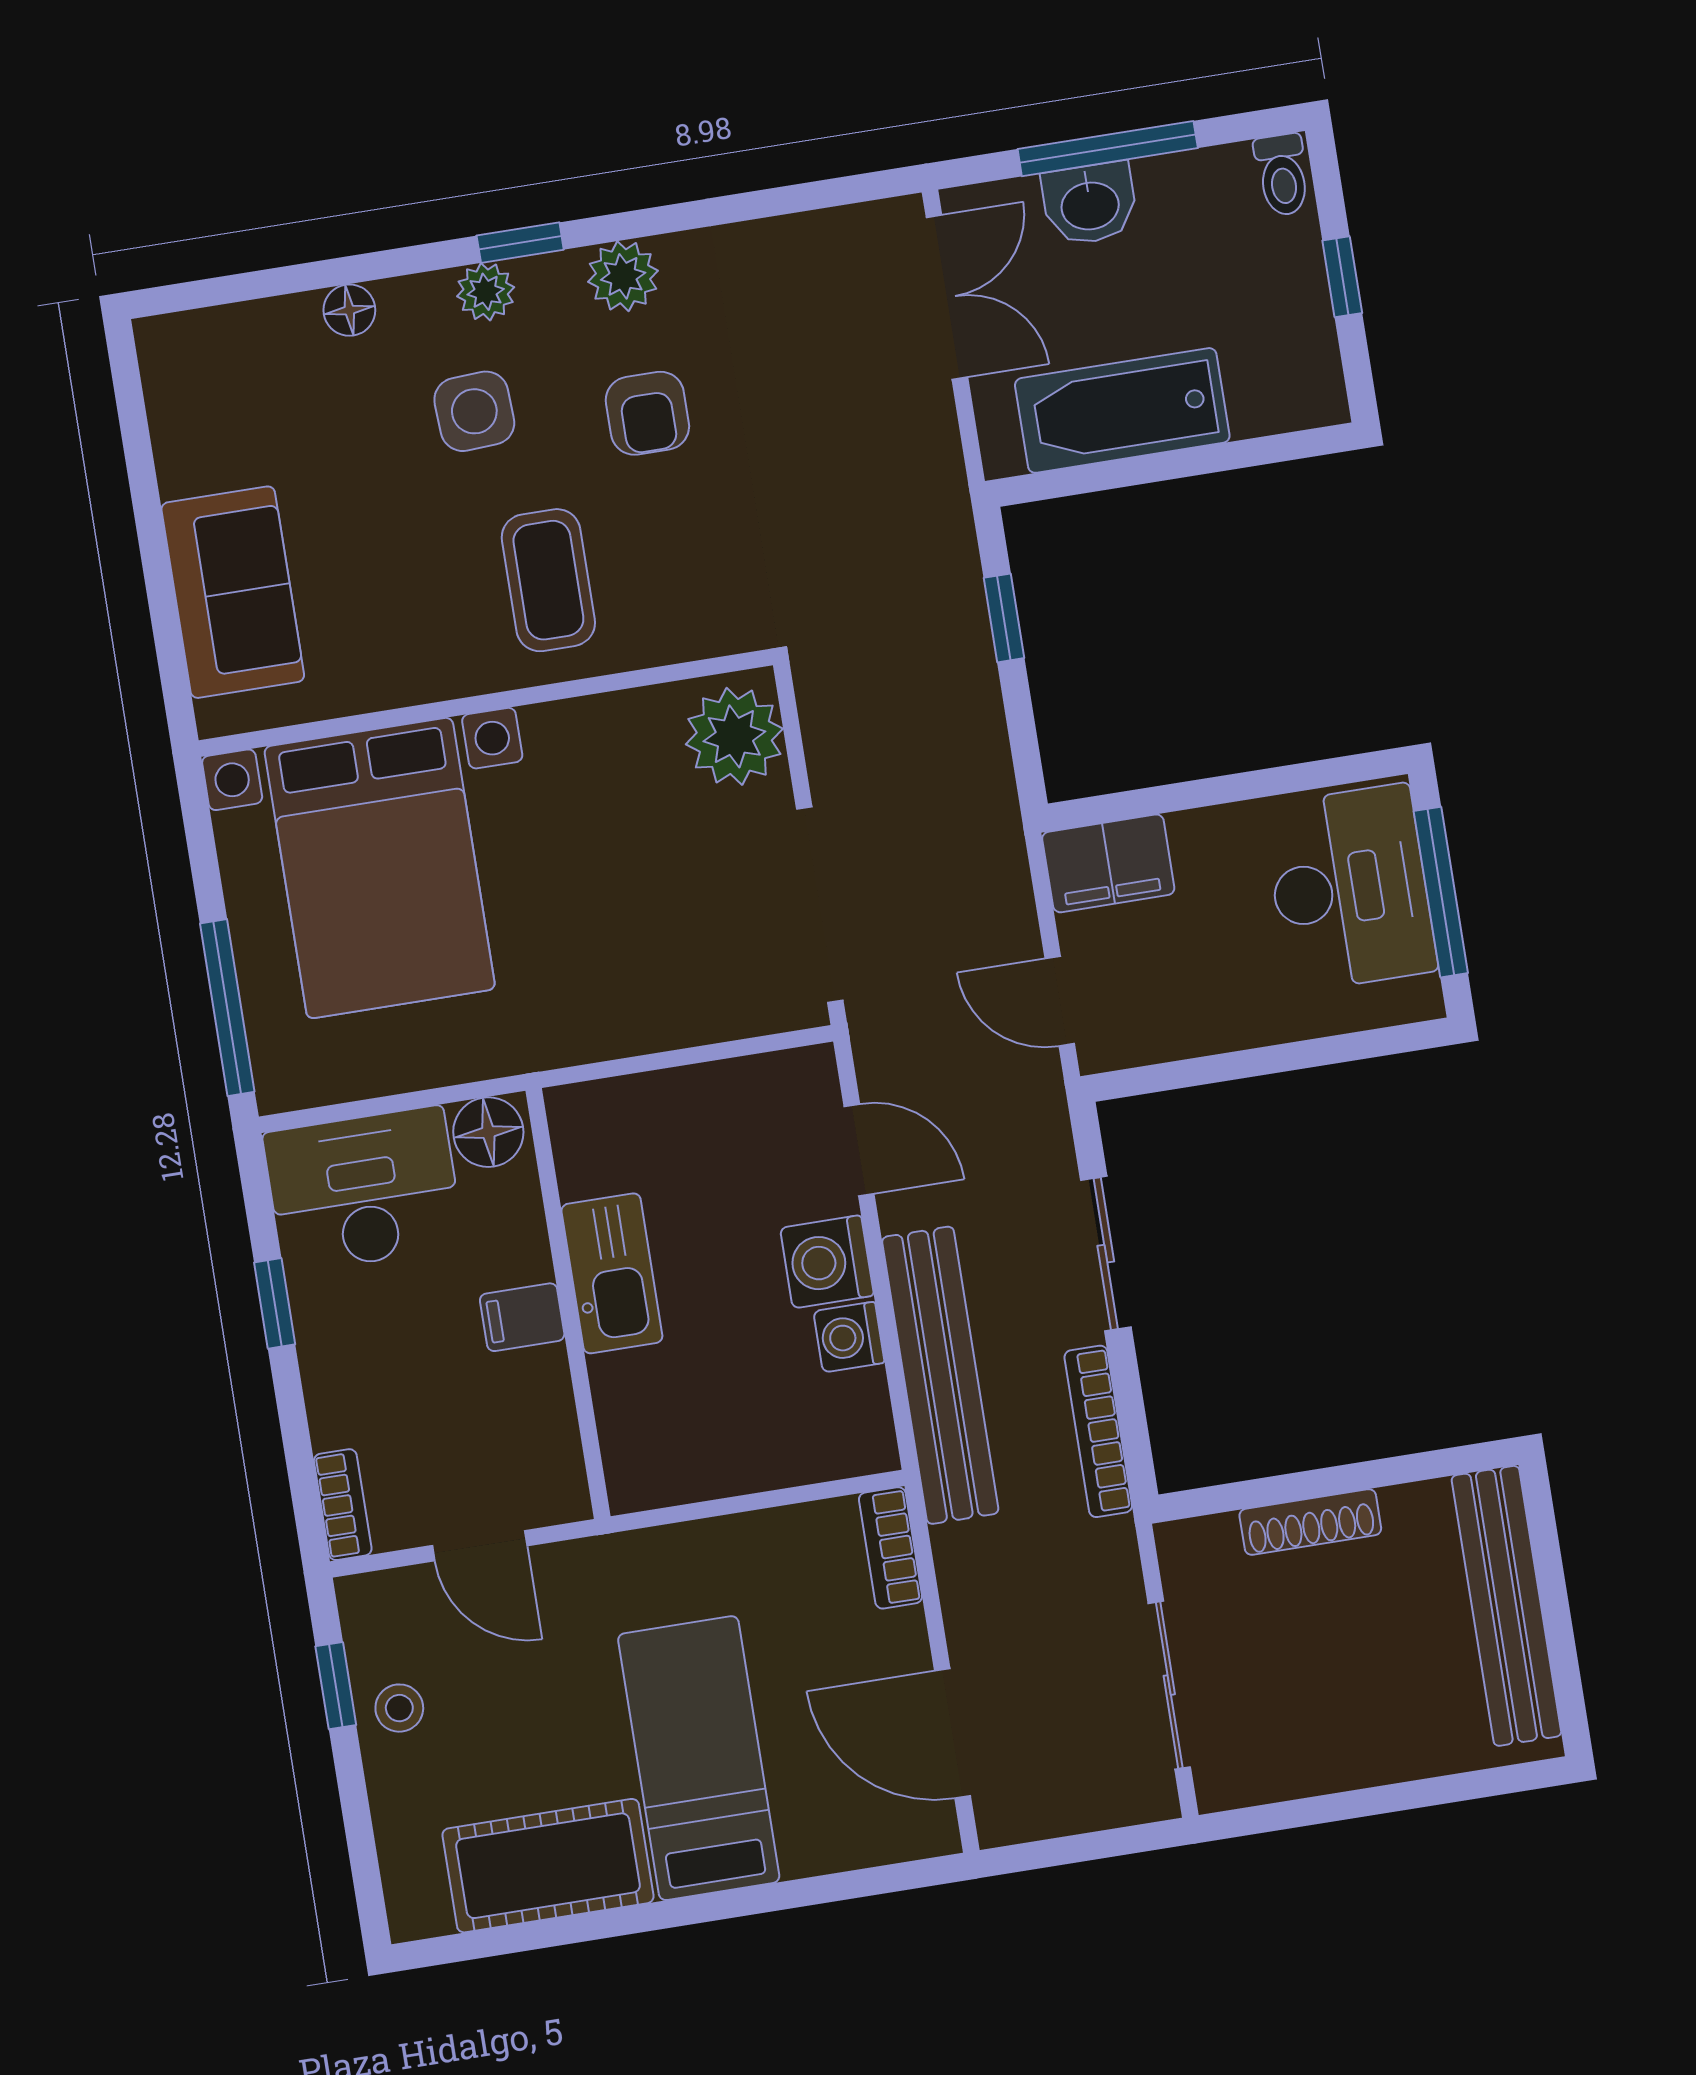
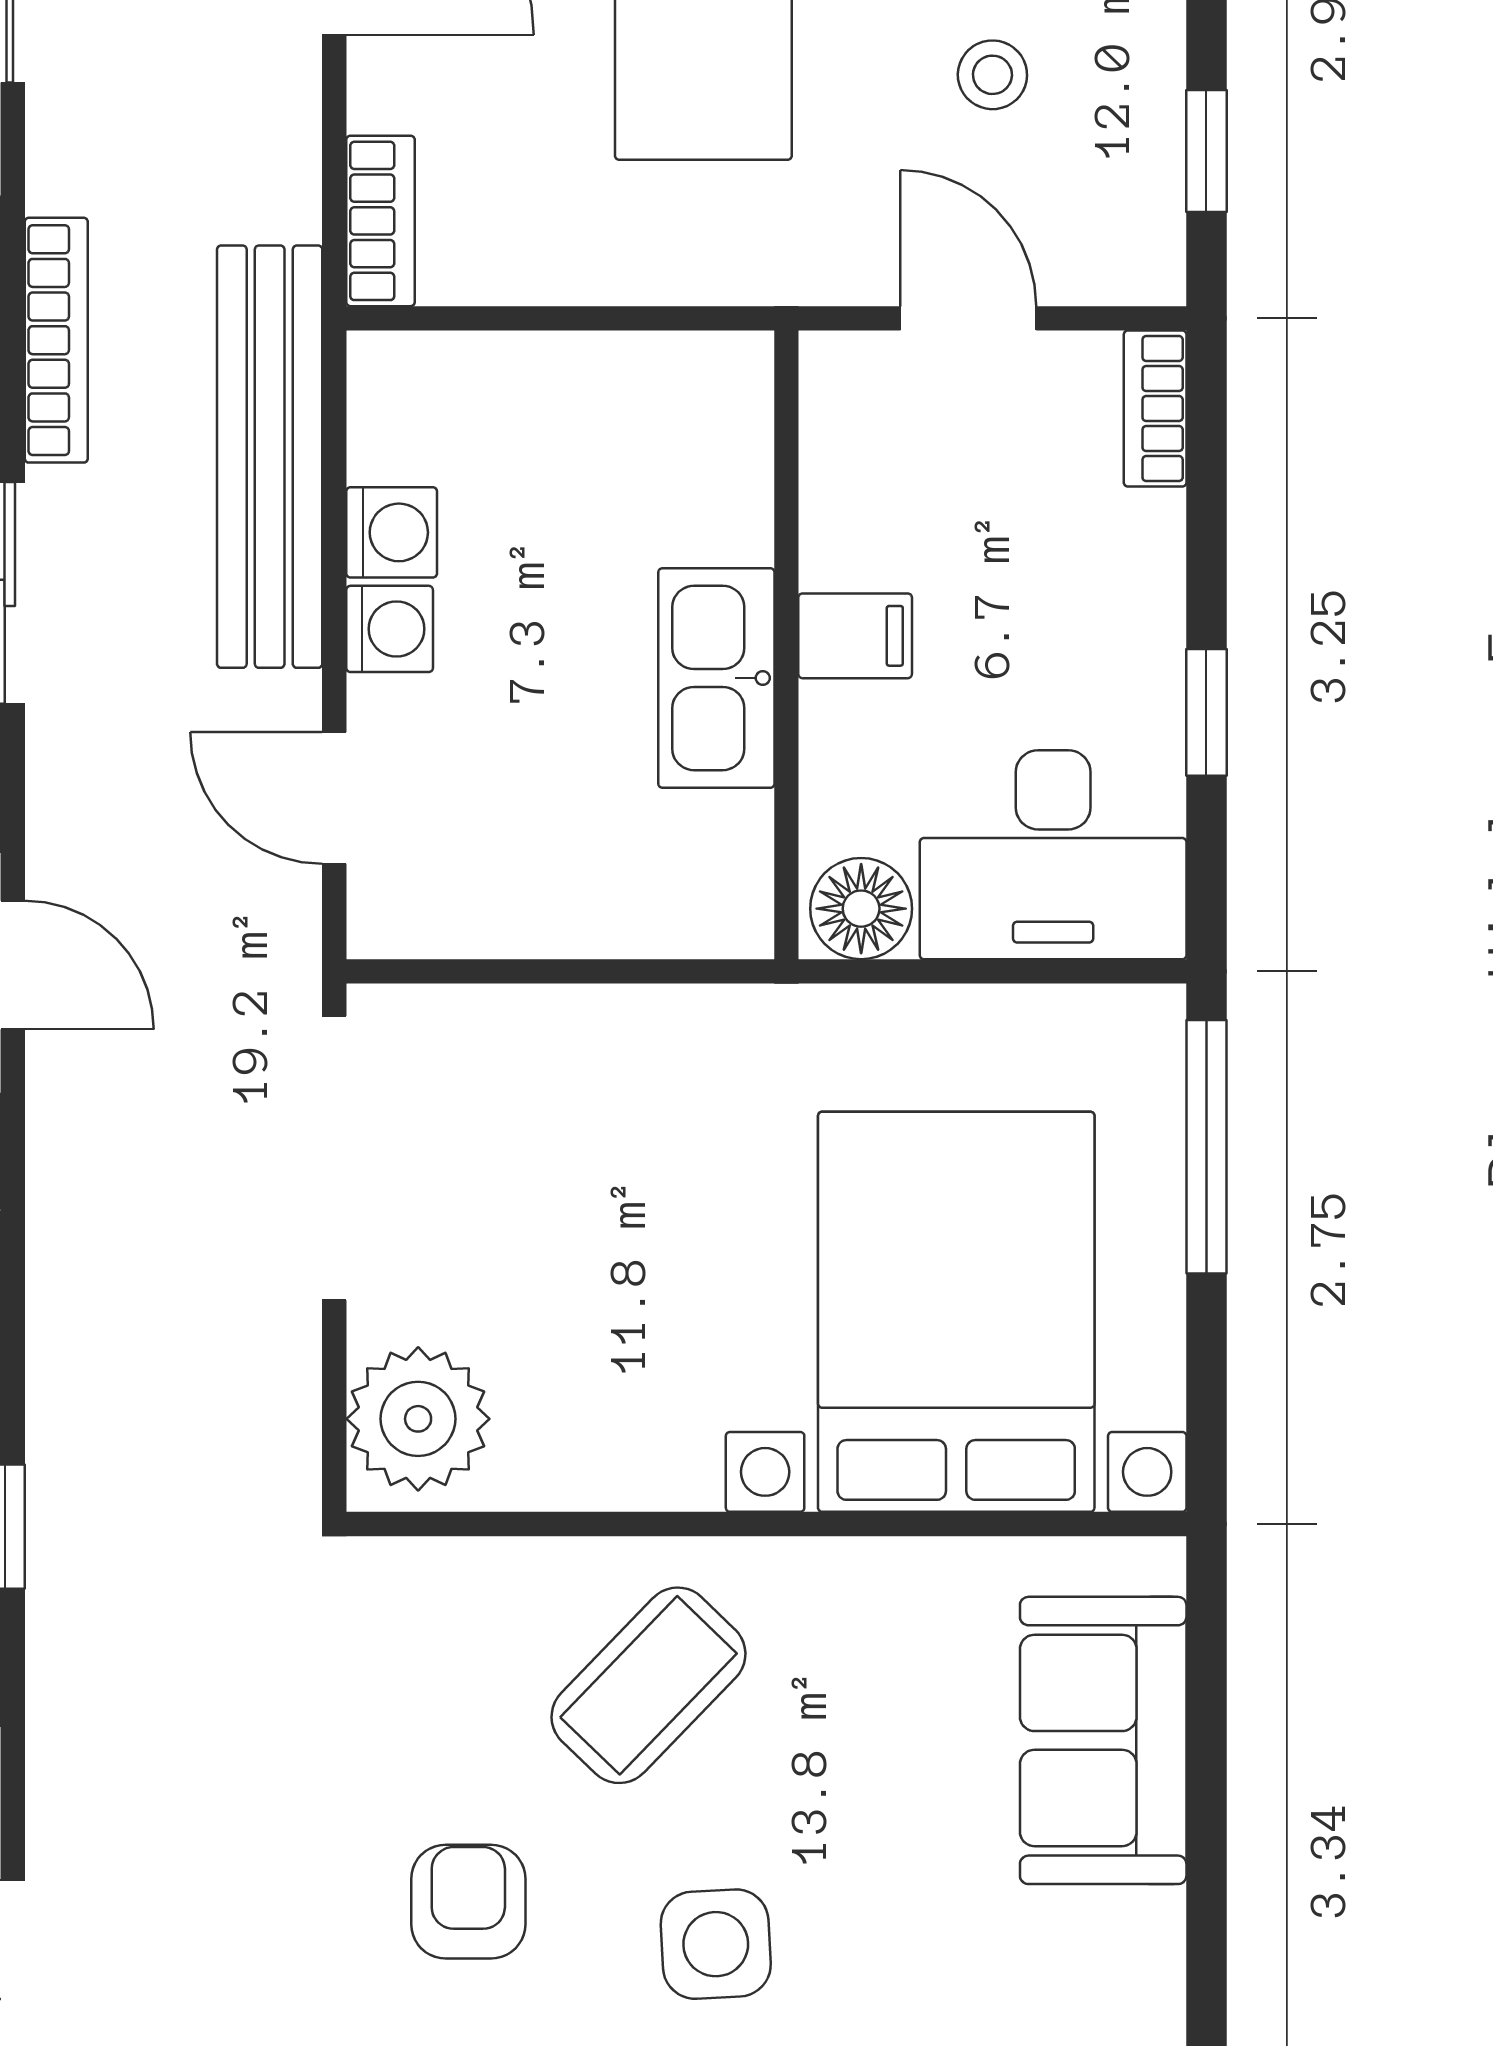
coffee table: (548, 580) -> (648, 1685), turned 44
washing machine: (827, 1262) -> (390, 629), width x0.73, depth x0.73
stool: (399, 1708) -> (992, 75), moved

